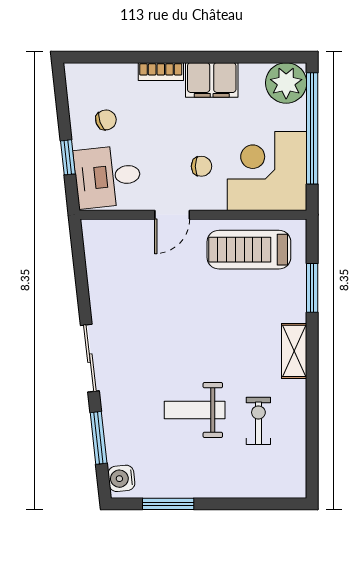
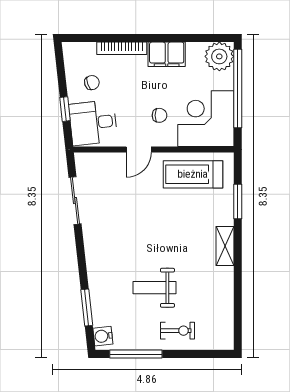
bookcase: (161, 72) -> (122, 48), width x1.56
sliding door: (90, 358) -> (75, 201), moved
exercise bike: (258, 421) -> (177, 331), moved, turned 90
window: (168, 504) -> (136, 354), width x1.44

